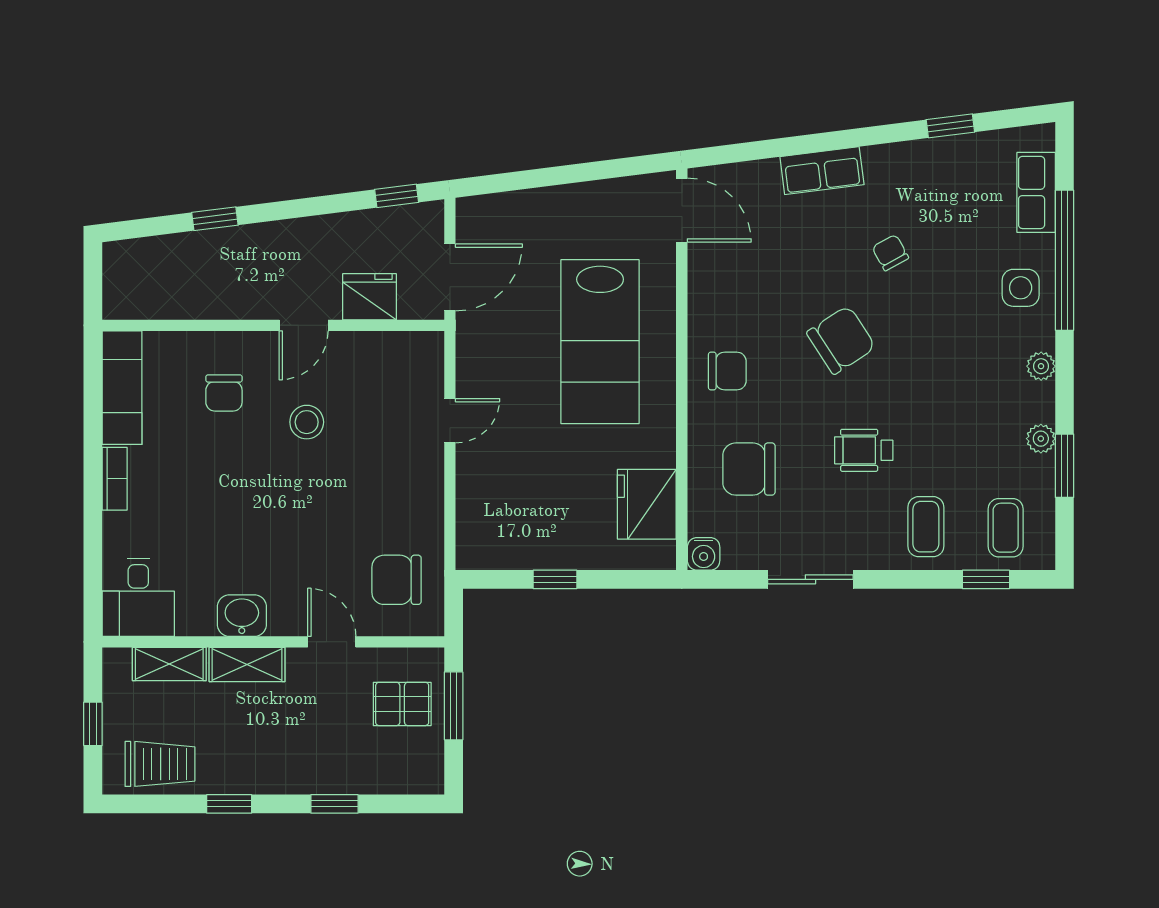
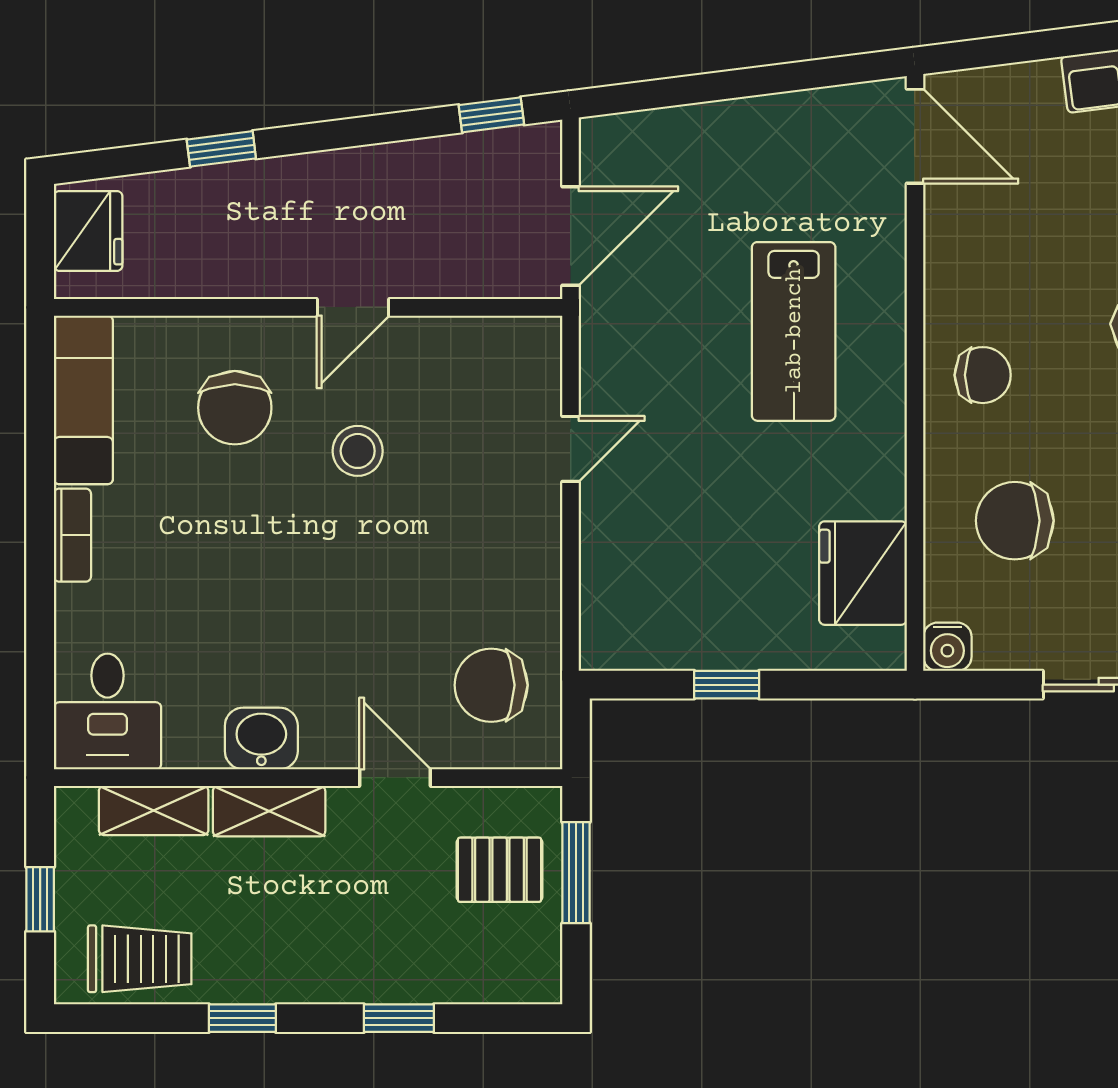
fridge: (369, 297) -> (88, 231), moved, turned 90
lab bench: (600, 342) -> (794, 331), width x0.73, depth x0.72
chair: (224, 393) -> (235, 408), width x1.37, depth x1.37

